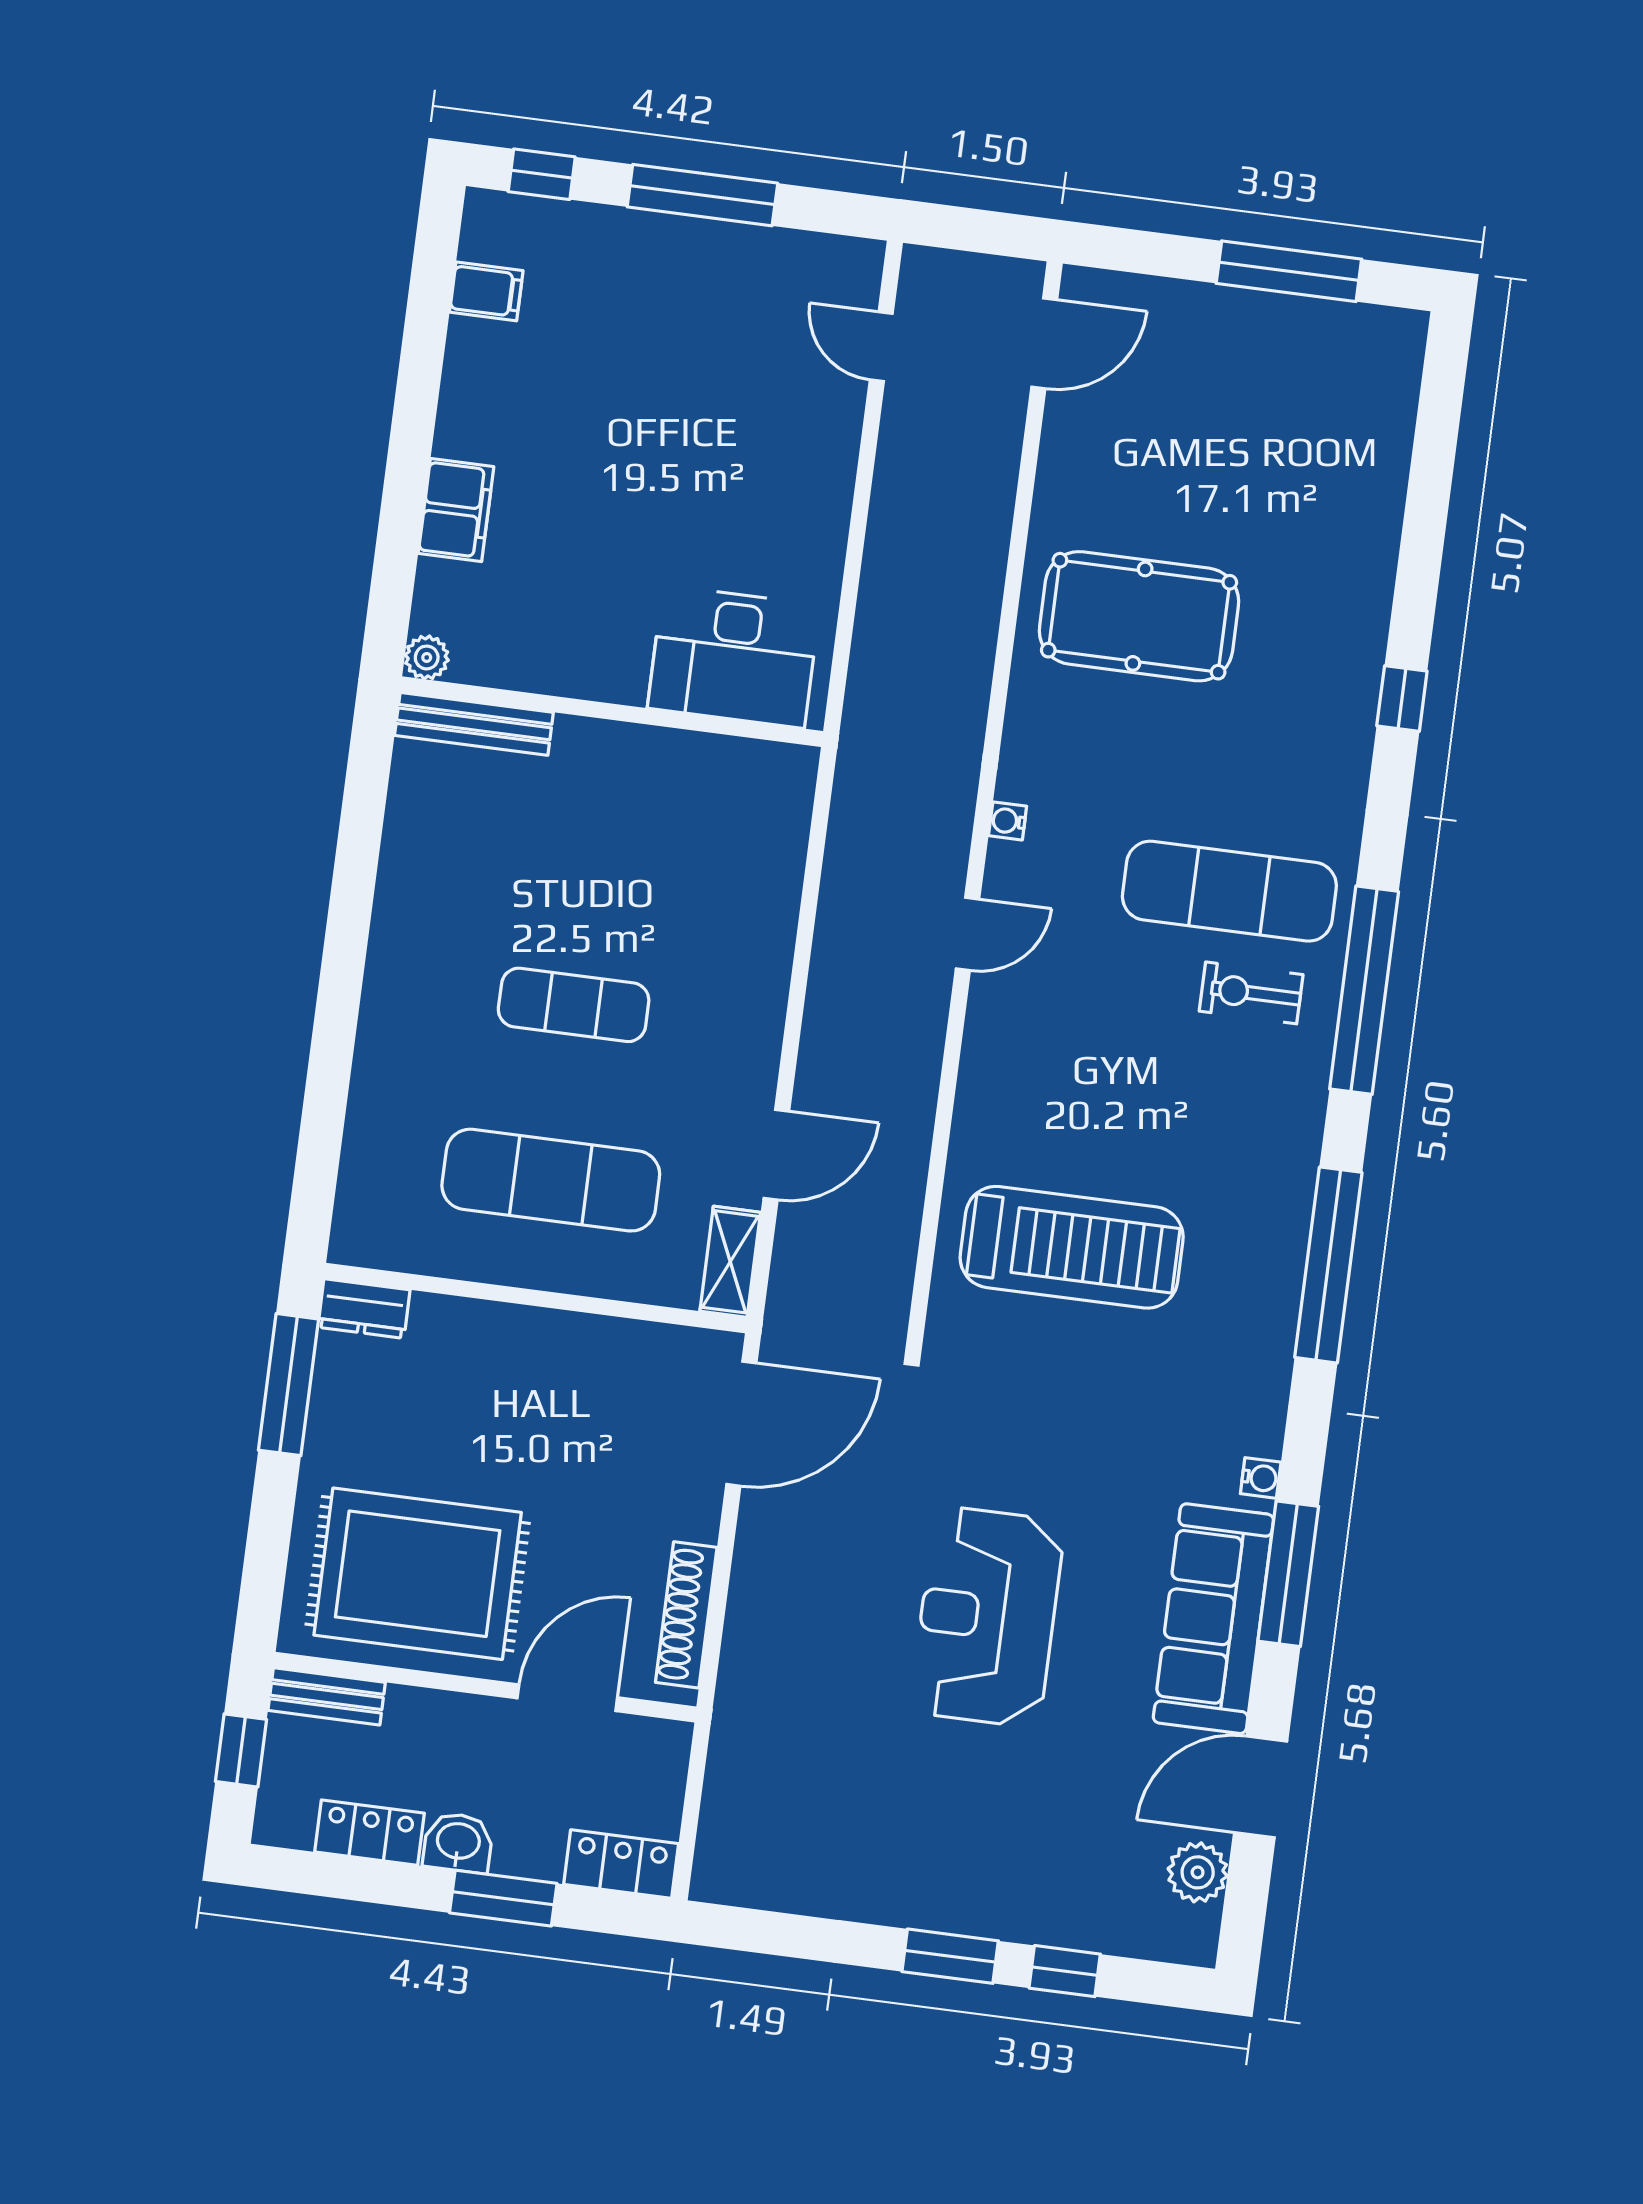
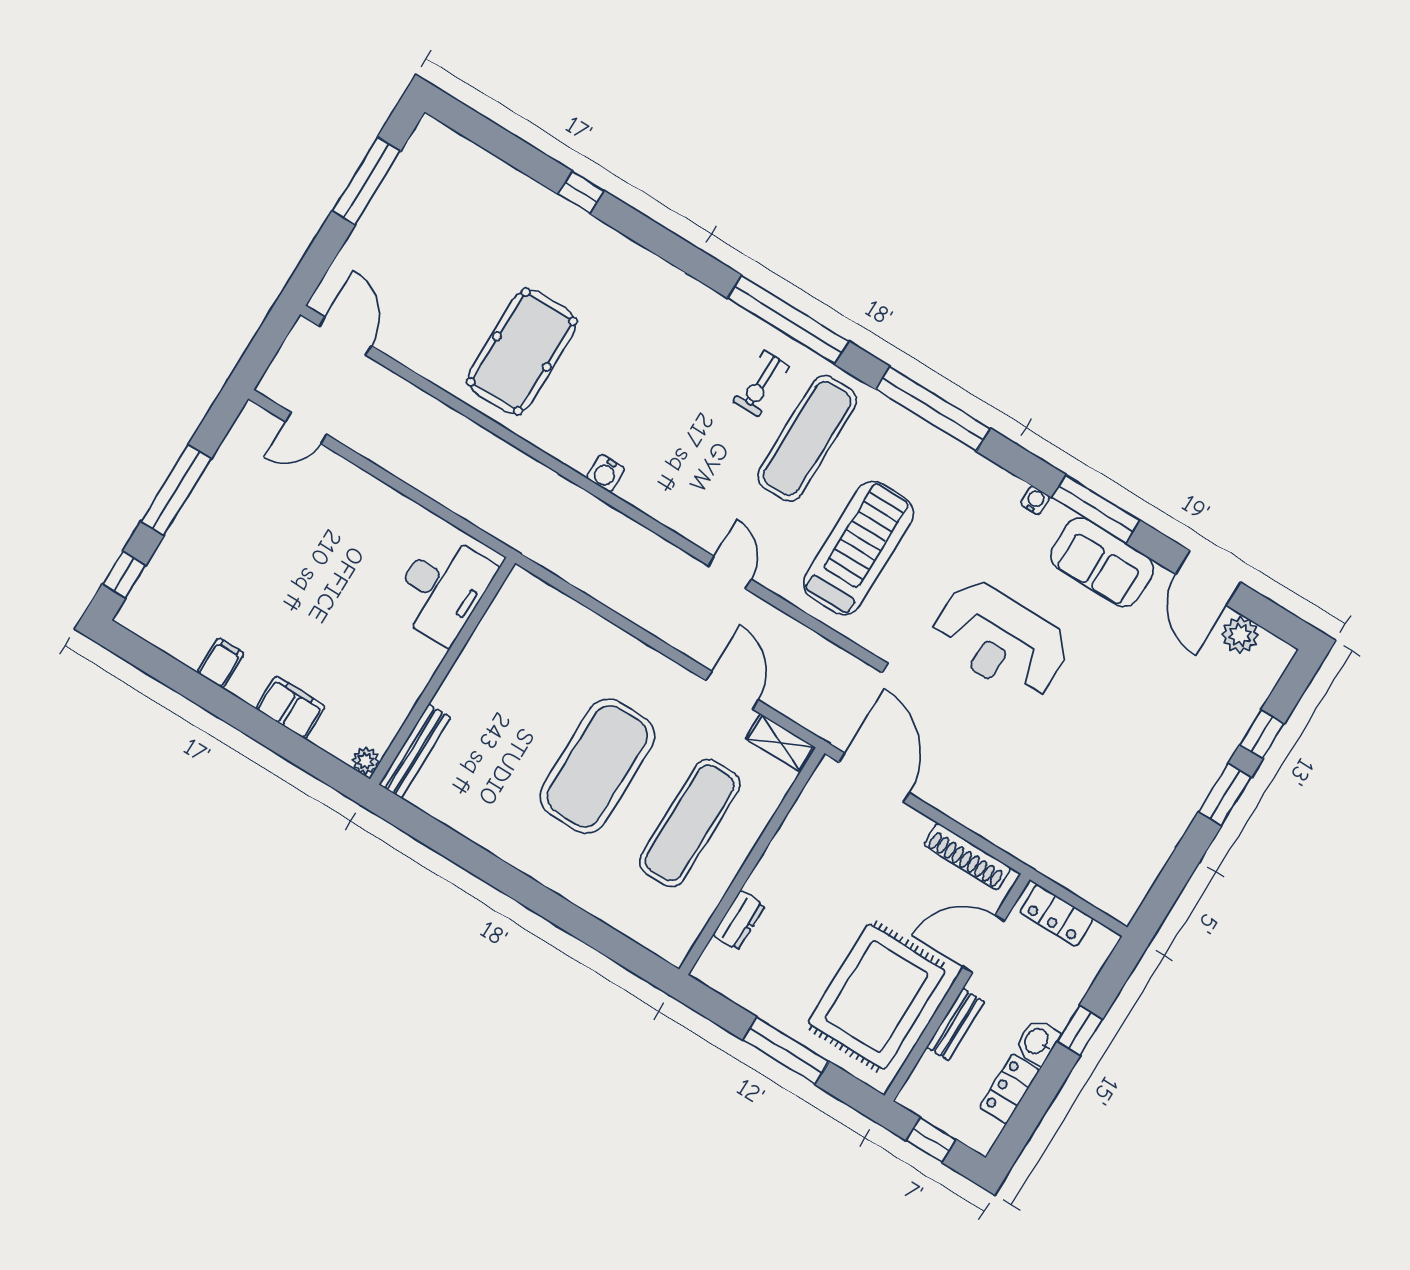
filing cabinet: (486, 291) -> (221, 663), moved
window: (1402, 699) -> (581, 192), moved
water cooler: (1008, 821) -> (606, 473), width x1.38, depth x1.38
exercise mat: (1229, 891) -> (807, 438), moved
door: (968, 934) -> (730, 572), moved
exercise mat: (574, 1005) -> (597, 766), width x2.00, depth x1.45
dresser: (364, 1309) -> (739, 920), moved
window: (288, 1385) -> (786, 1051), moved
reception desk: (987, 1617) -> (1001, 640), moved
sofa: (1213, 1619) -> (1102, 562), width x0.73
bench: (327, 1696) -> (956, 1025), moved
door: (567, 1698) -> (984, 944), hinge flipped
locker: (621, 1864) -> (1056, 915), moved, turned -90
window: (503, 1898) -> (1080, 1030), width x0.67

